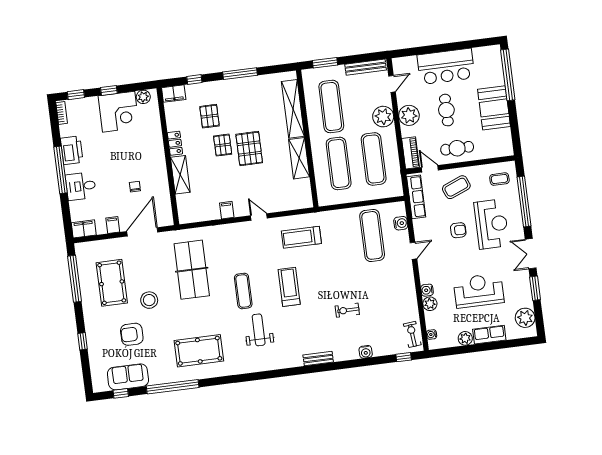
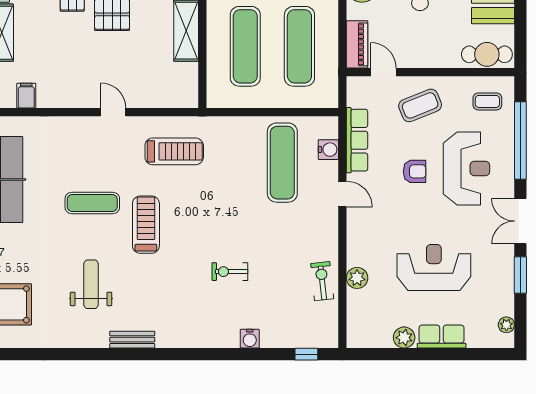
cafe table: (457, 148) -> (487, 54), moved
row of seats: (416, 197) -> (357, 140), moved
filing cabinet: (227, 210) -> (26, 96), moved
treadmill: (301, 237) -> (174, 151), turned 180
door: (413, 251) -> (342, 194), hinge flipped
water cooler: (427, 290) -> (355, 257), removed
exercise mat: (243, 291) -> (92, 203), moved, turned 90
plant: (525, 318) -> (506, 325), width x0.53, depth x0.53
exercise bike: (412, 334) -> (322, 281), moved
water cooler: (432, 334) -> (354, 325), removed
bench: (318, 359) -> (132, 340), moved

